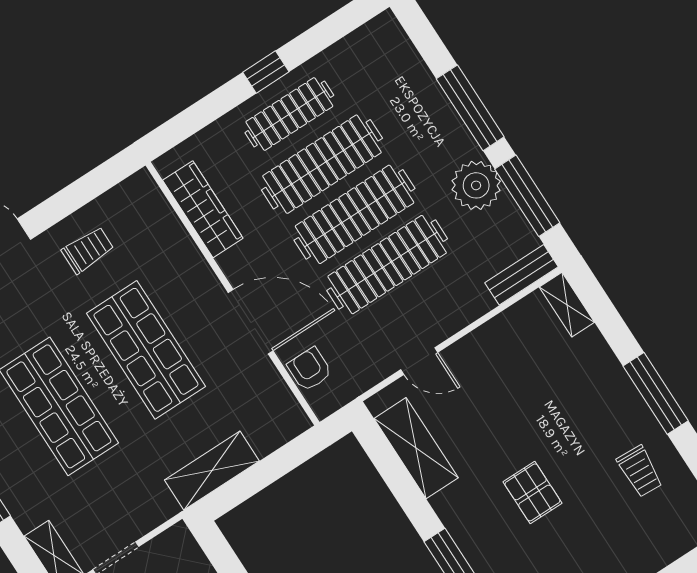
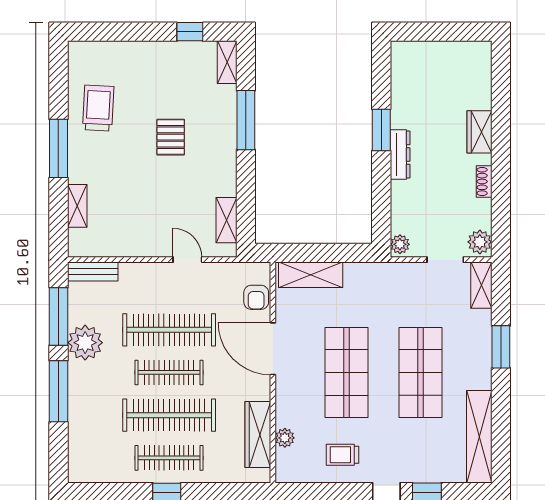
clothes rail: (355, 214) -> (169, 372), width x0.73, depth x0.76
plant: (169, 226) -> (285, 438), added
shelving: (567, 305) -> (77, 206), moved
shelving: (416, 448) -> (227, 220), width x0.67, depth x0.75
shelving: (212, 470) -> (311, 275), moved
trolley: (640, 471) -> (98, 108), width x1.36, depth x1.39
plant: (181, 541) -> (400, 244), added

